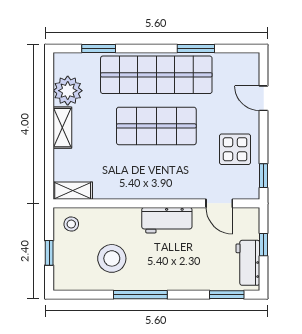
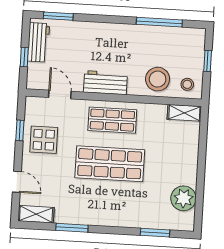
shop shelf: (156, 75) -> (112, 120), moved, width x0.50, depth x0.74
shelving: (62, 128) -> (36, 214), moved, turned 90
window: (264, 176) -> (20, 130), moved
stool: (112, 258) -> (158, 79), moved
window: (140, 295) -> (159, 22), moved

